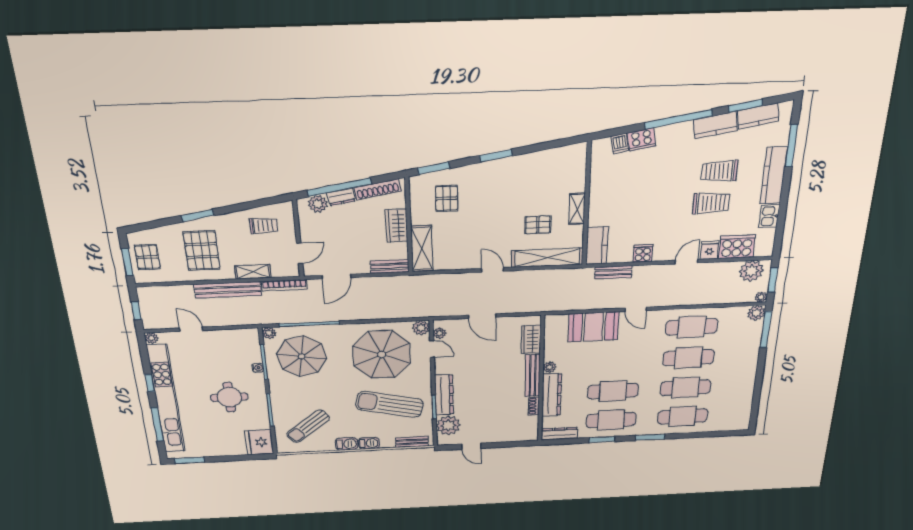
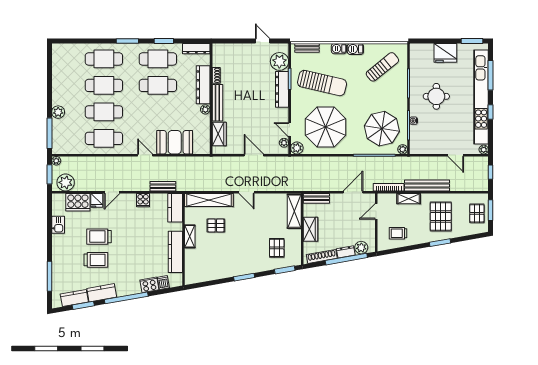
kitchen counter: (774, 176) -> (175, 252), moved, turned 180
plant: (756, 313) -> (58, 112), moved
fridge: (259, 442) -> (445, 53), moved, turned 90

